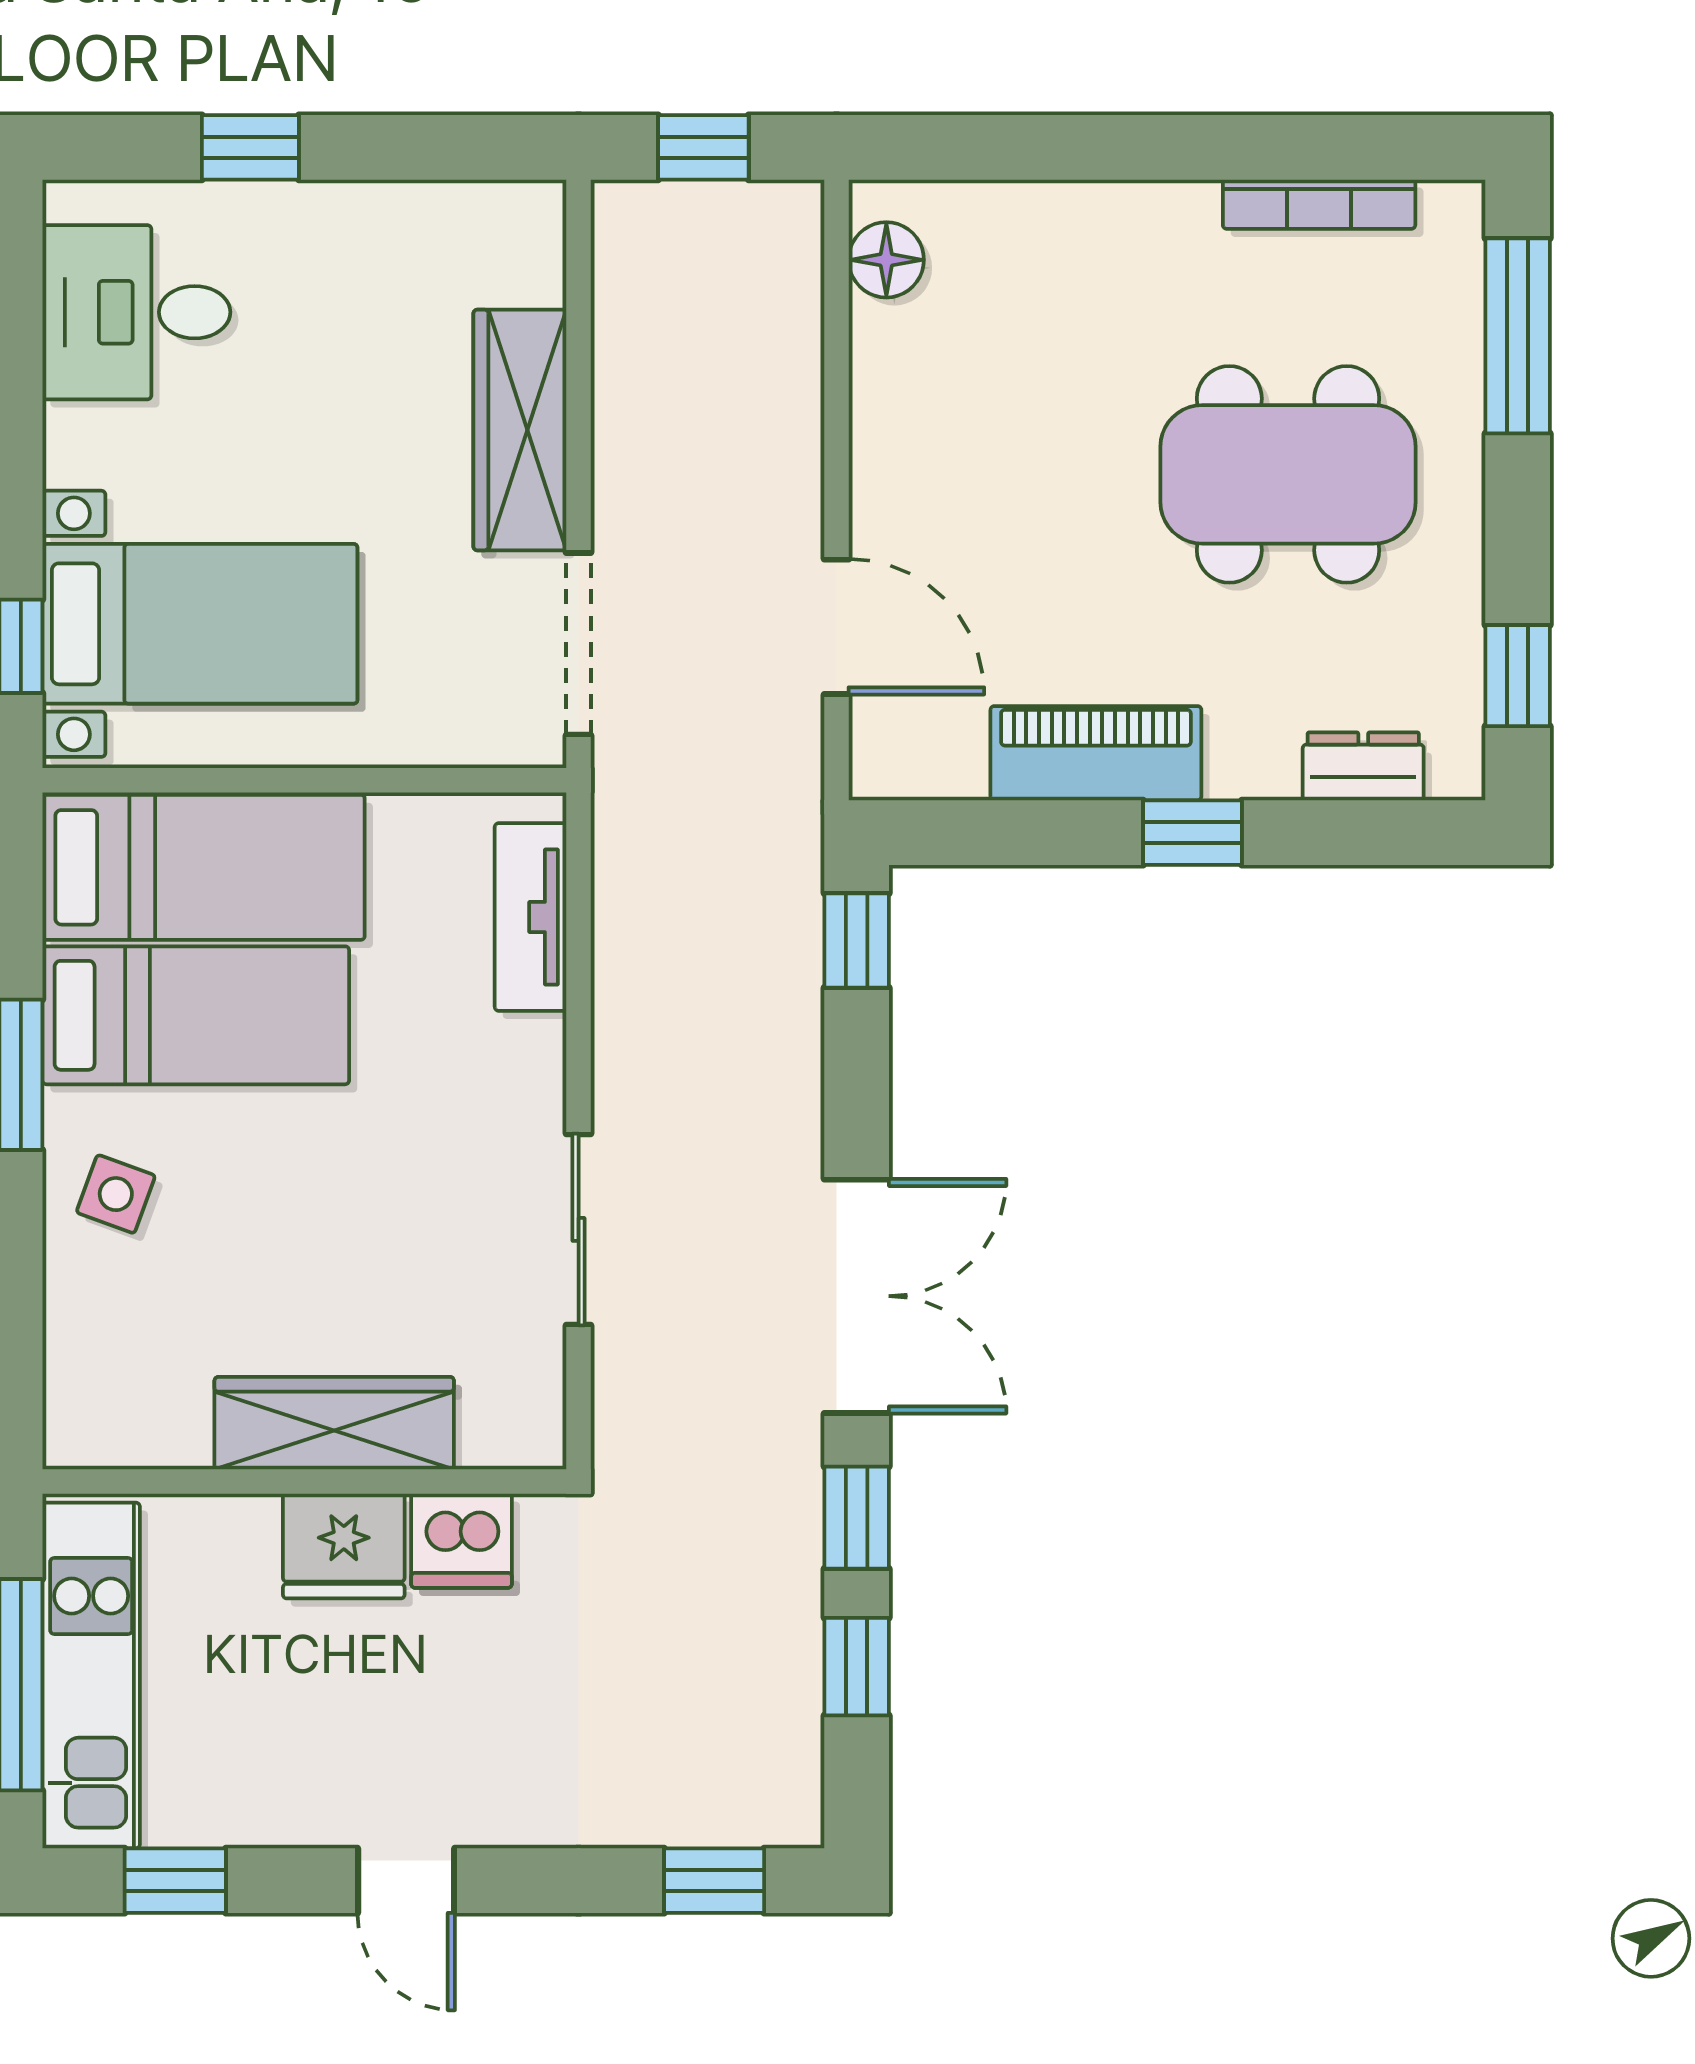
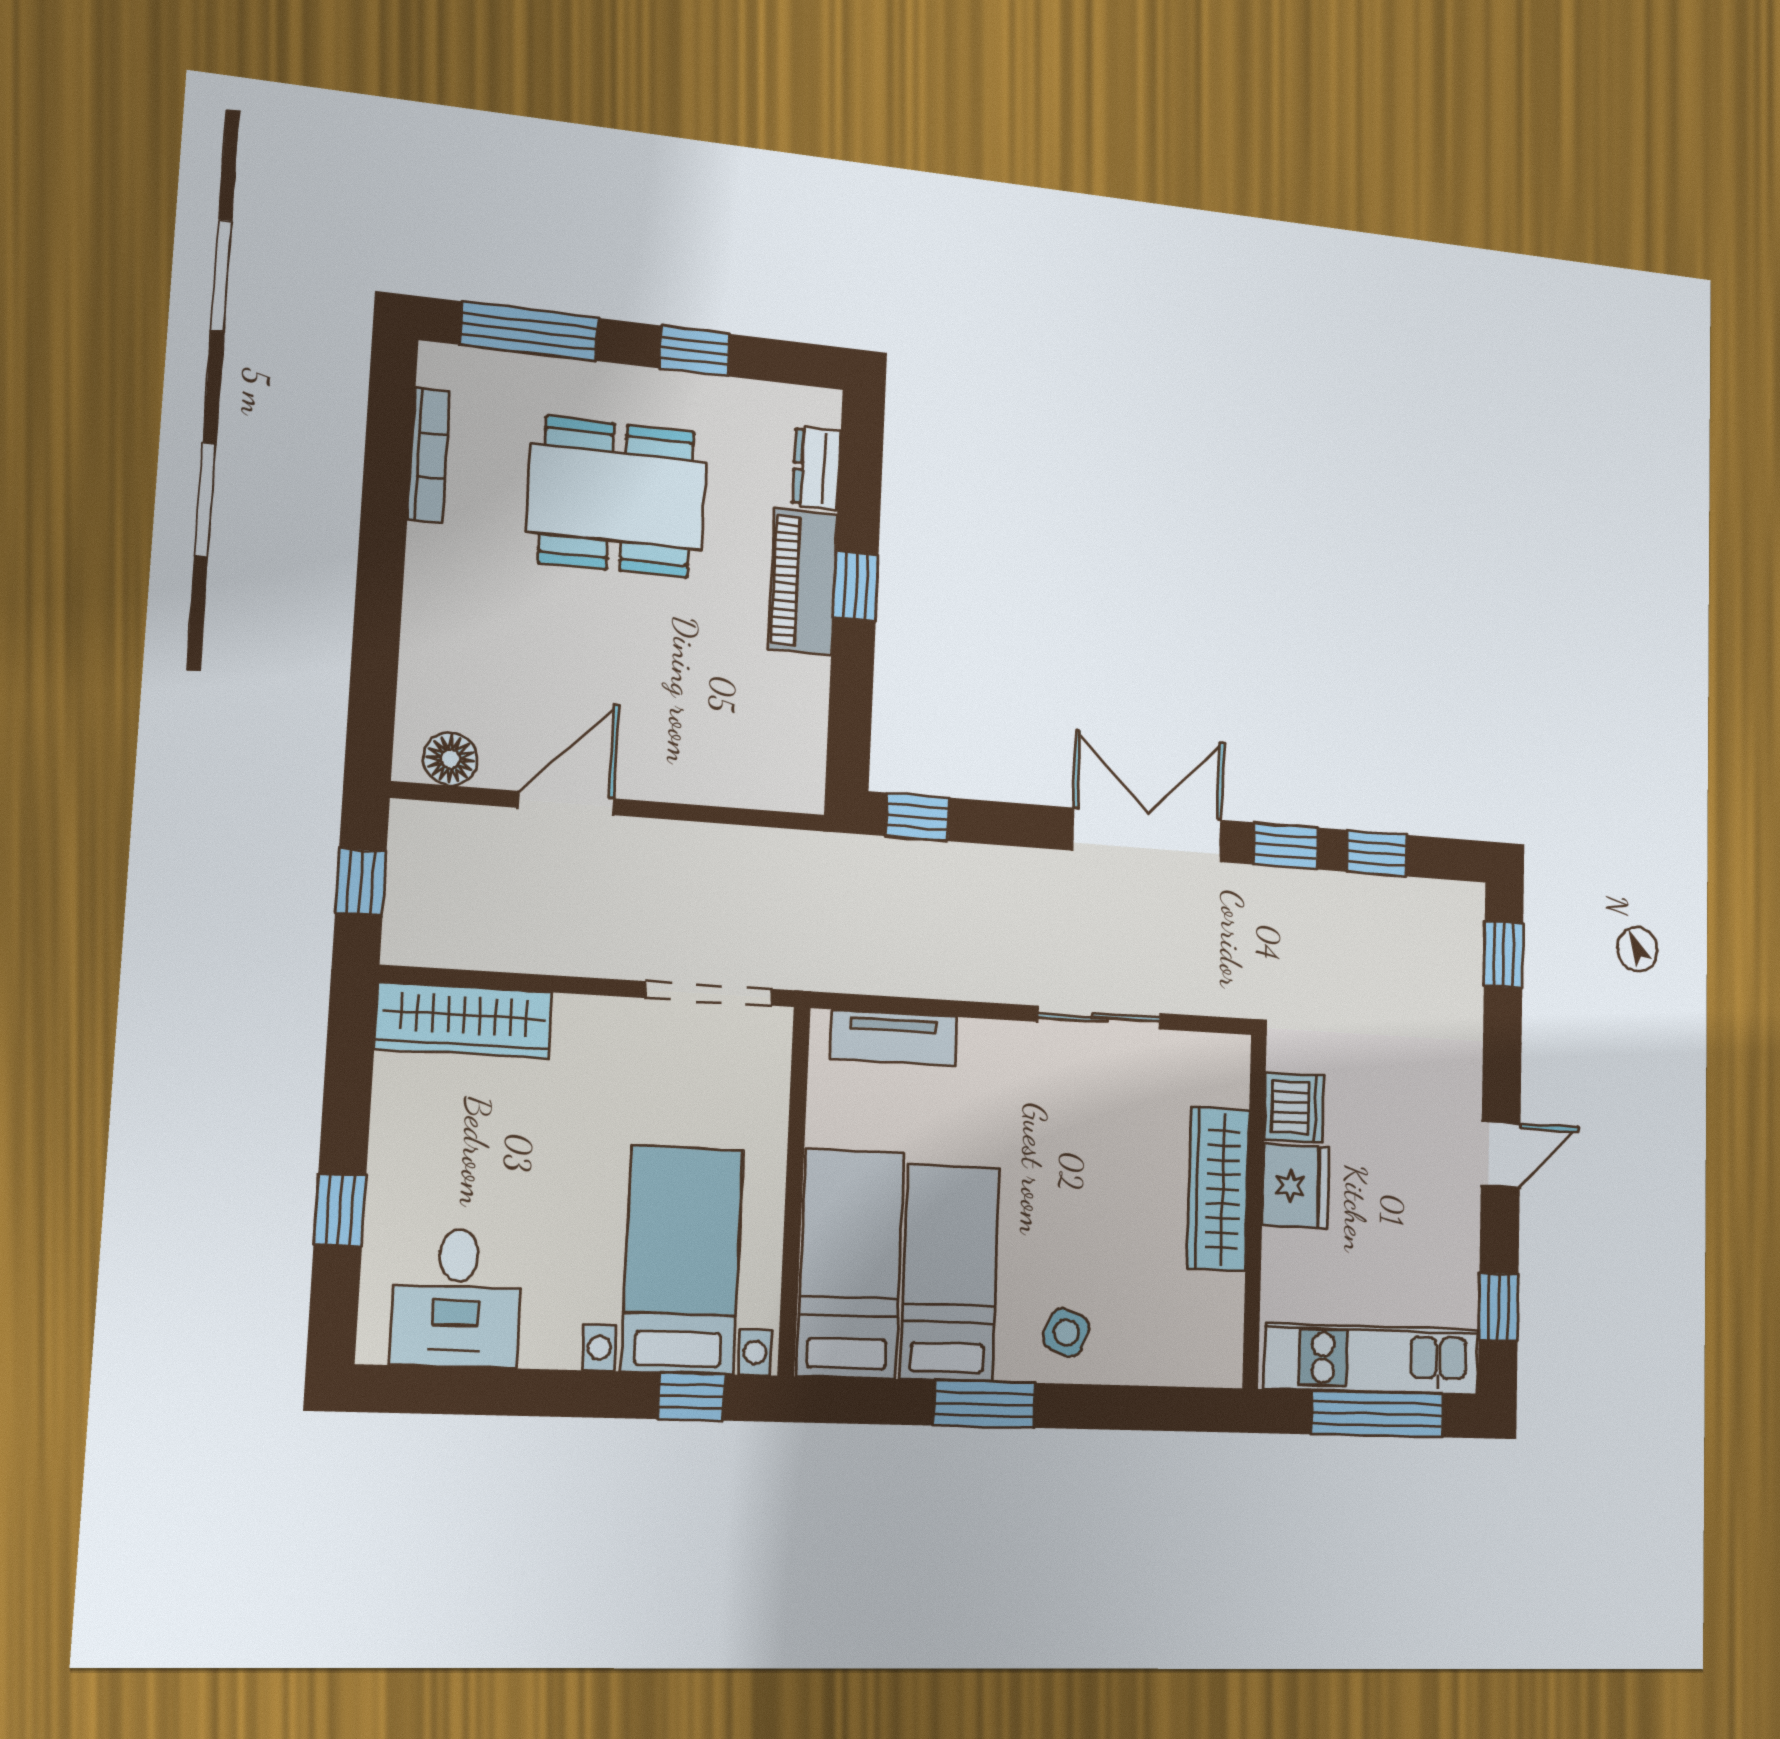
wardrobe: (520, 430) -> (464, 1020), moved
dining table: (1288, 474) -> (617, 497), turned 90
door: (836, 627) -> (566, 803), moved
window: (1518, 676) -> (695, 351), moved
piano: (1096, 753) -> (803, 582), moved

